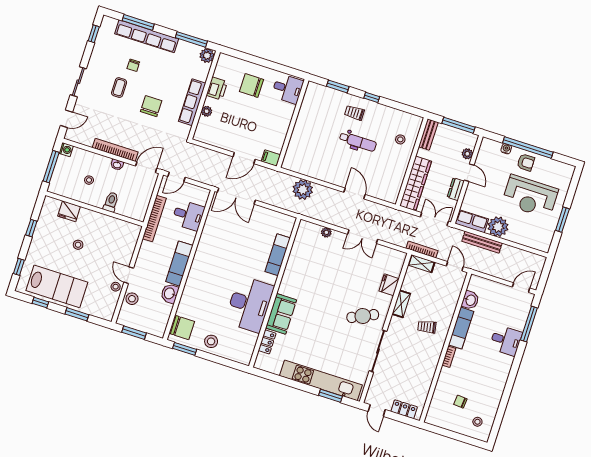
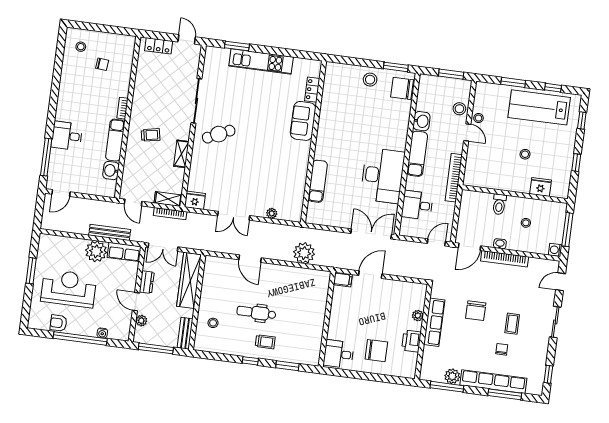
plant: (207, 56) -> (452, 376), moved
armchair: (526, 162) -> (58, 323), moved
bookcase: (154, 219) -> (454, 178), moved
double door: (363, 237) -> (234, 216), swing flipped
fridge: (389, 285) -> (195, 200), moved, turned -90
desk: (249, 304) -> (383, 176), moved, turned 180
kitchen unit: (321, 380) -> (261, 61), width x0.73

